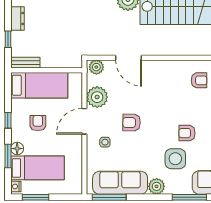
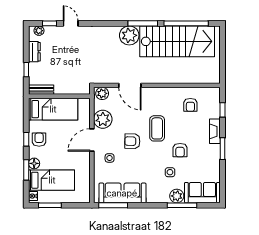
armchair: (199, 80) -> (190, 105), turned 90
coffee table: (160, 108) -> (157, 128), added
armchair: (38, 123) -> (39, 140), moved
armchair: (187, 133) -> (180, 150), turned -90
side table: (175, 159) -> (170, 172), width x0.54, depth x0.54
plant: (157, 186) -> (177, 196), moved

